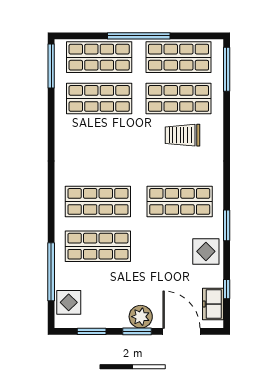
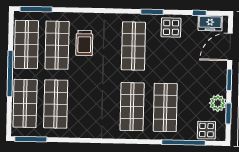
plant: (141, 317) -> (218, 103), moved

